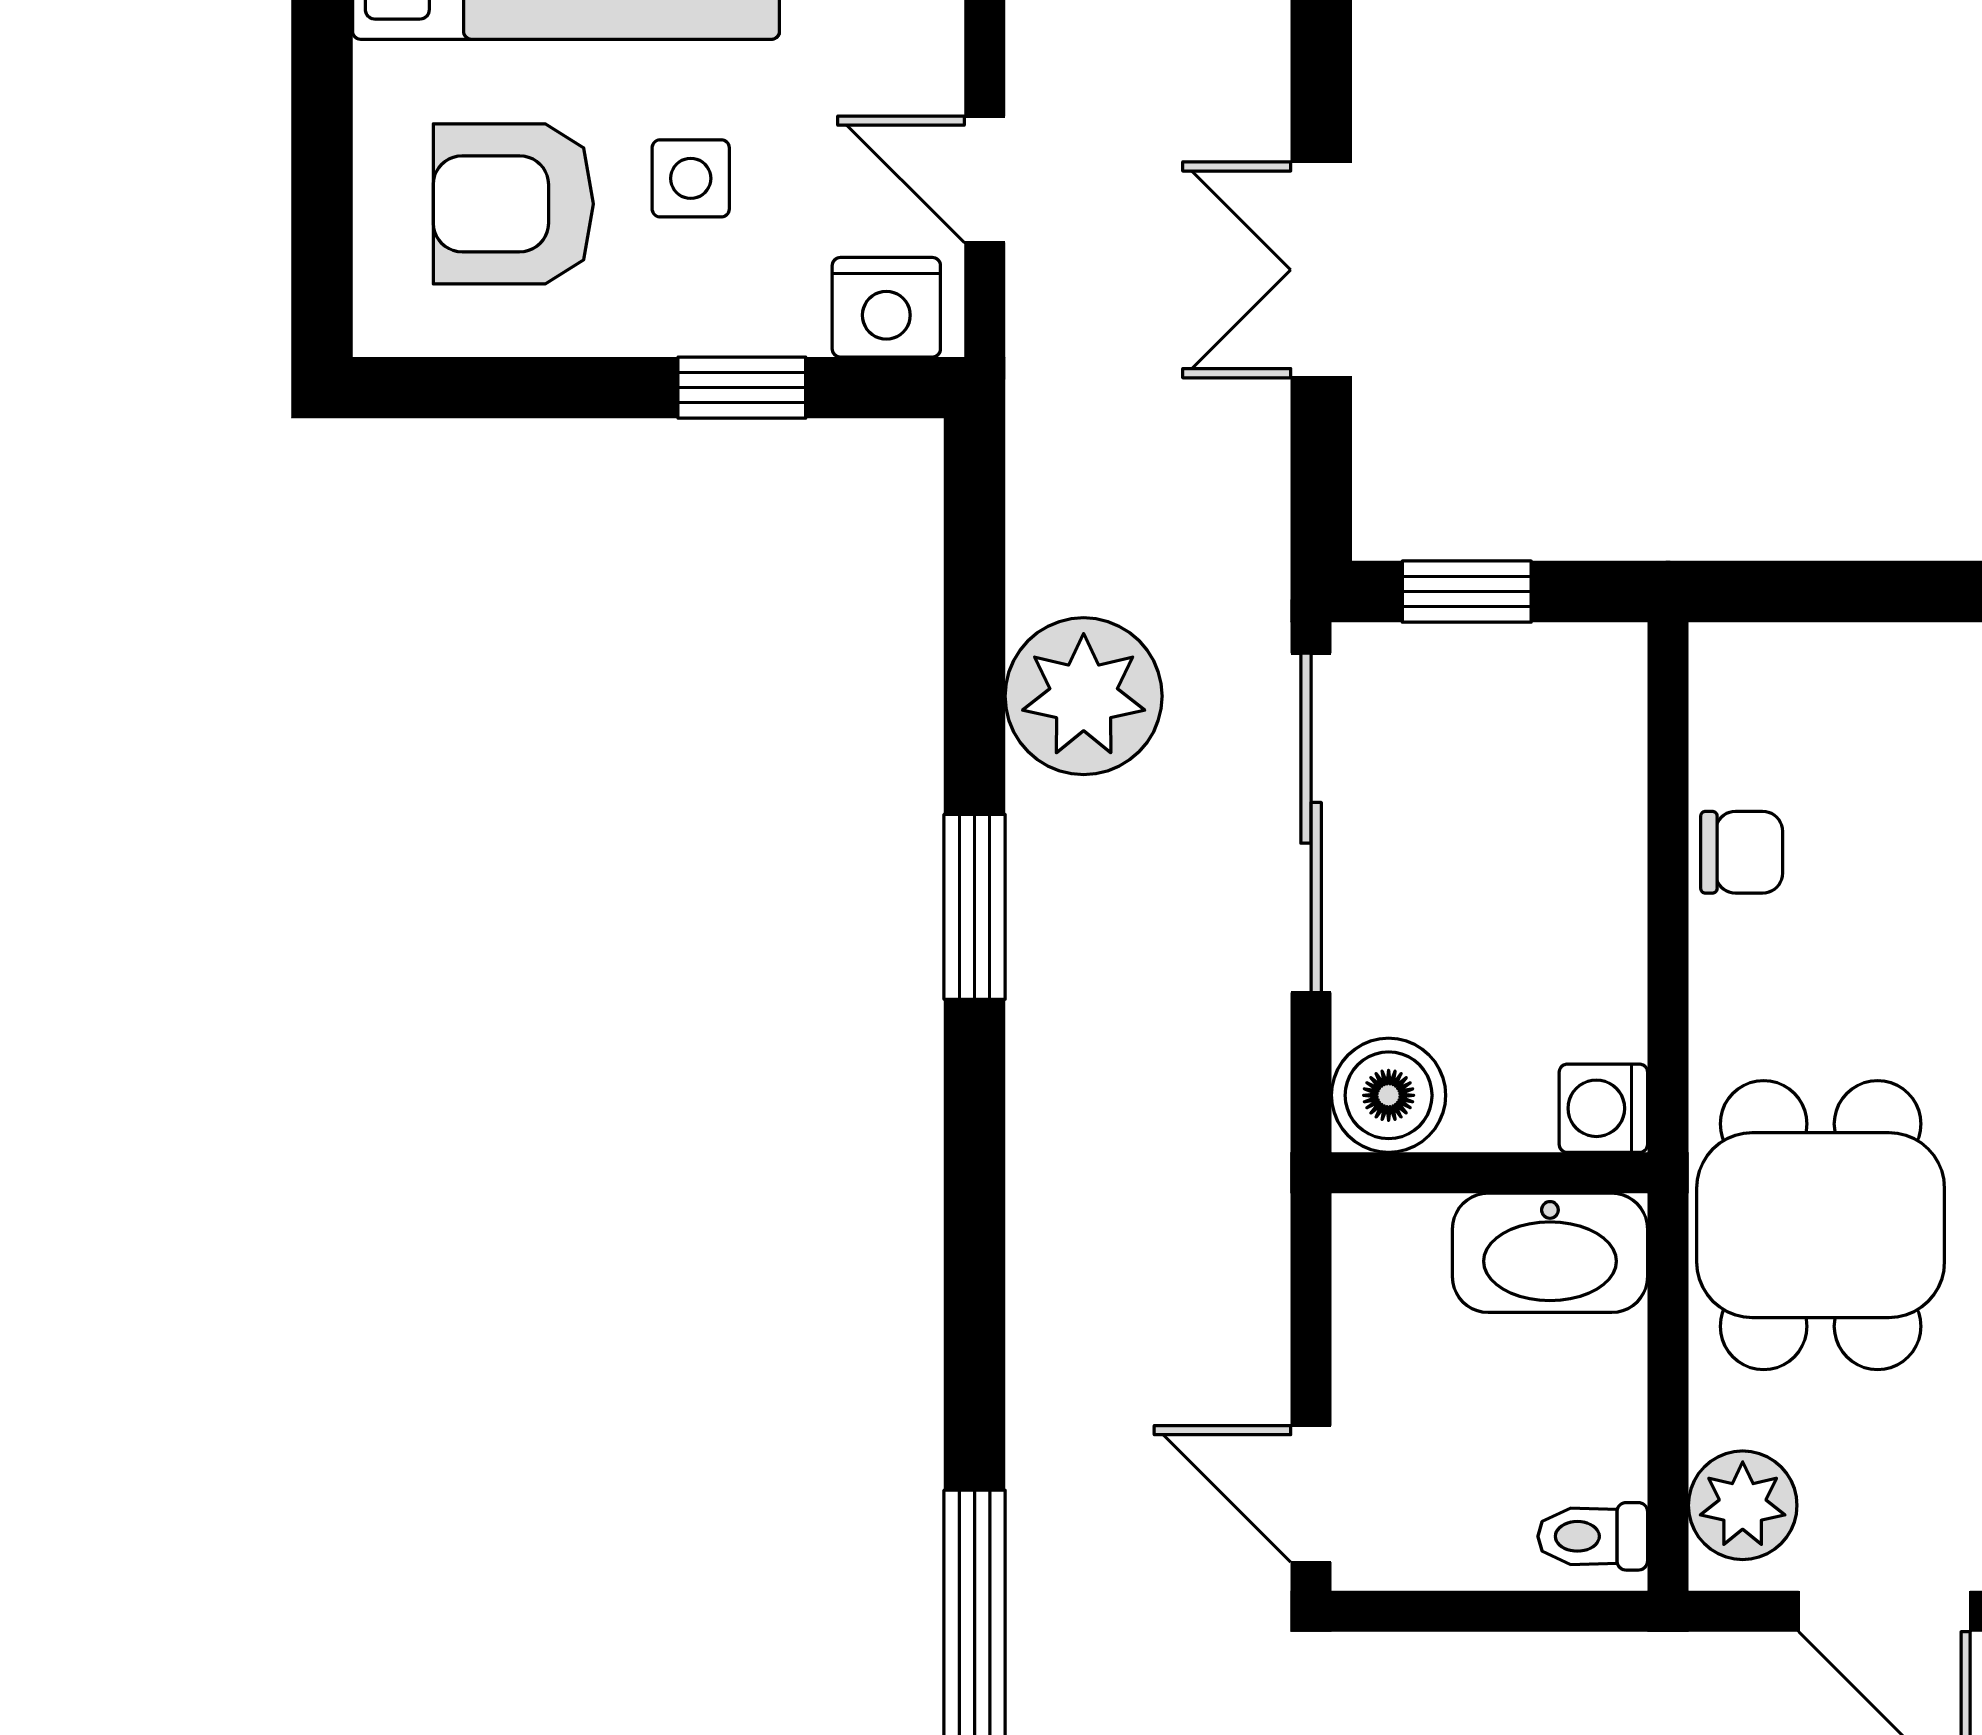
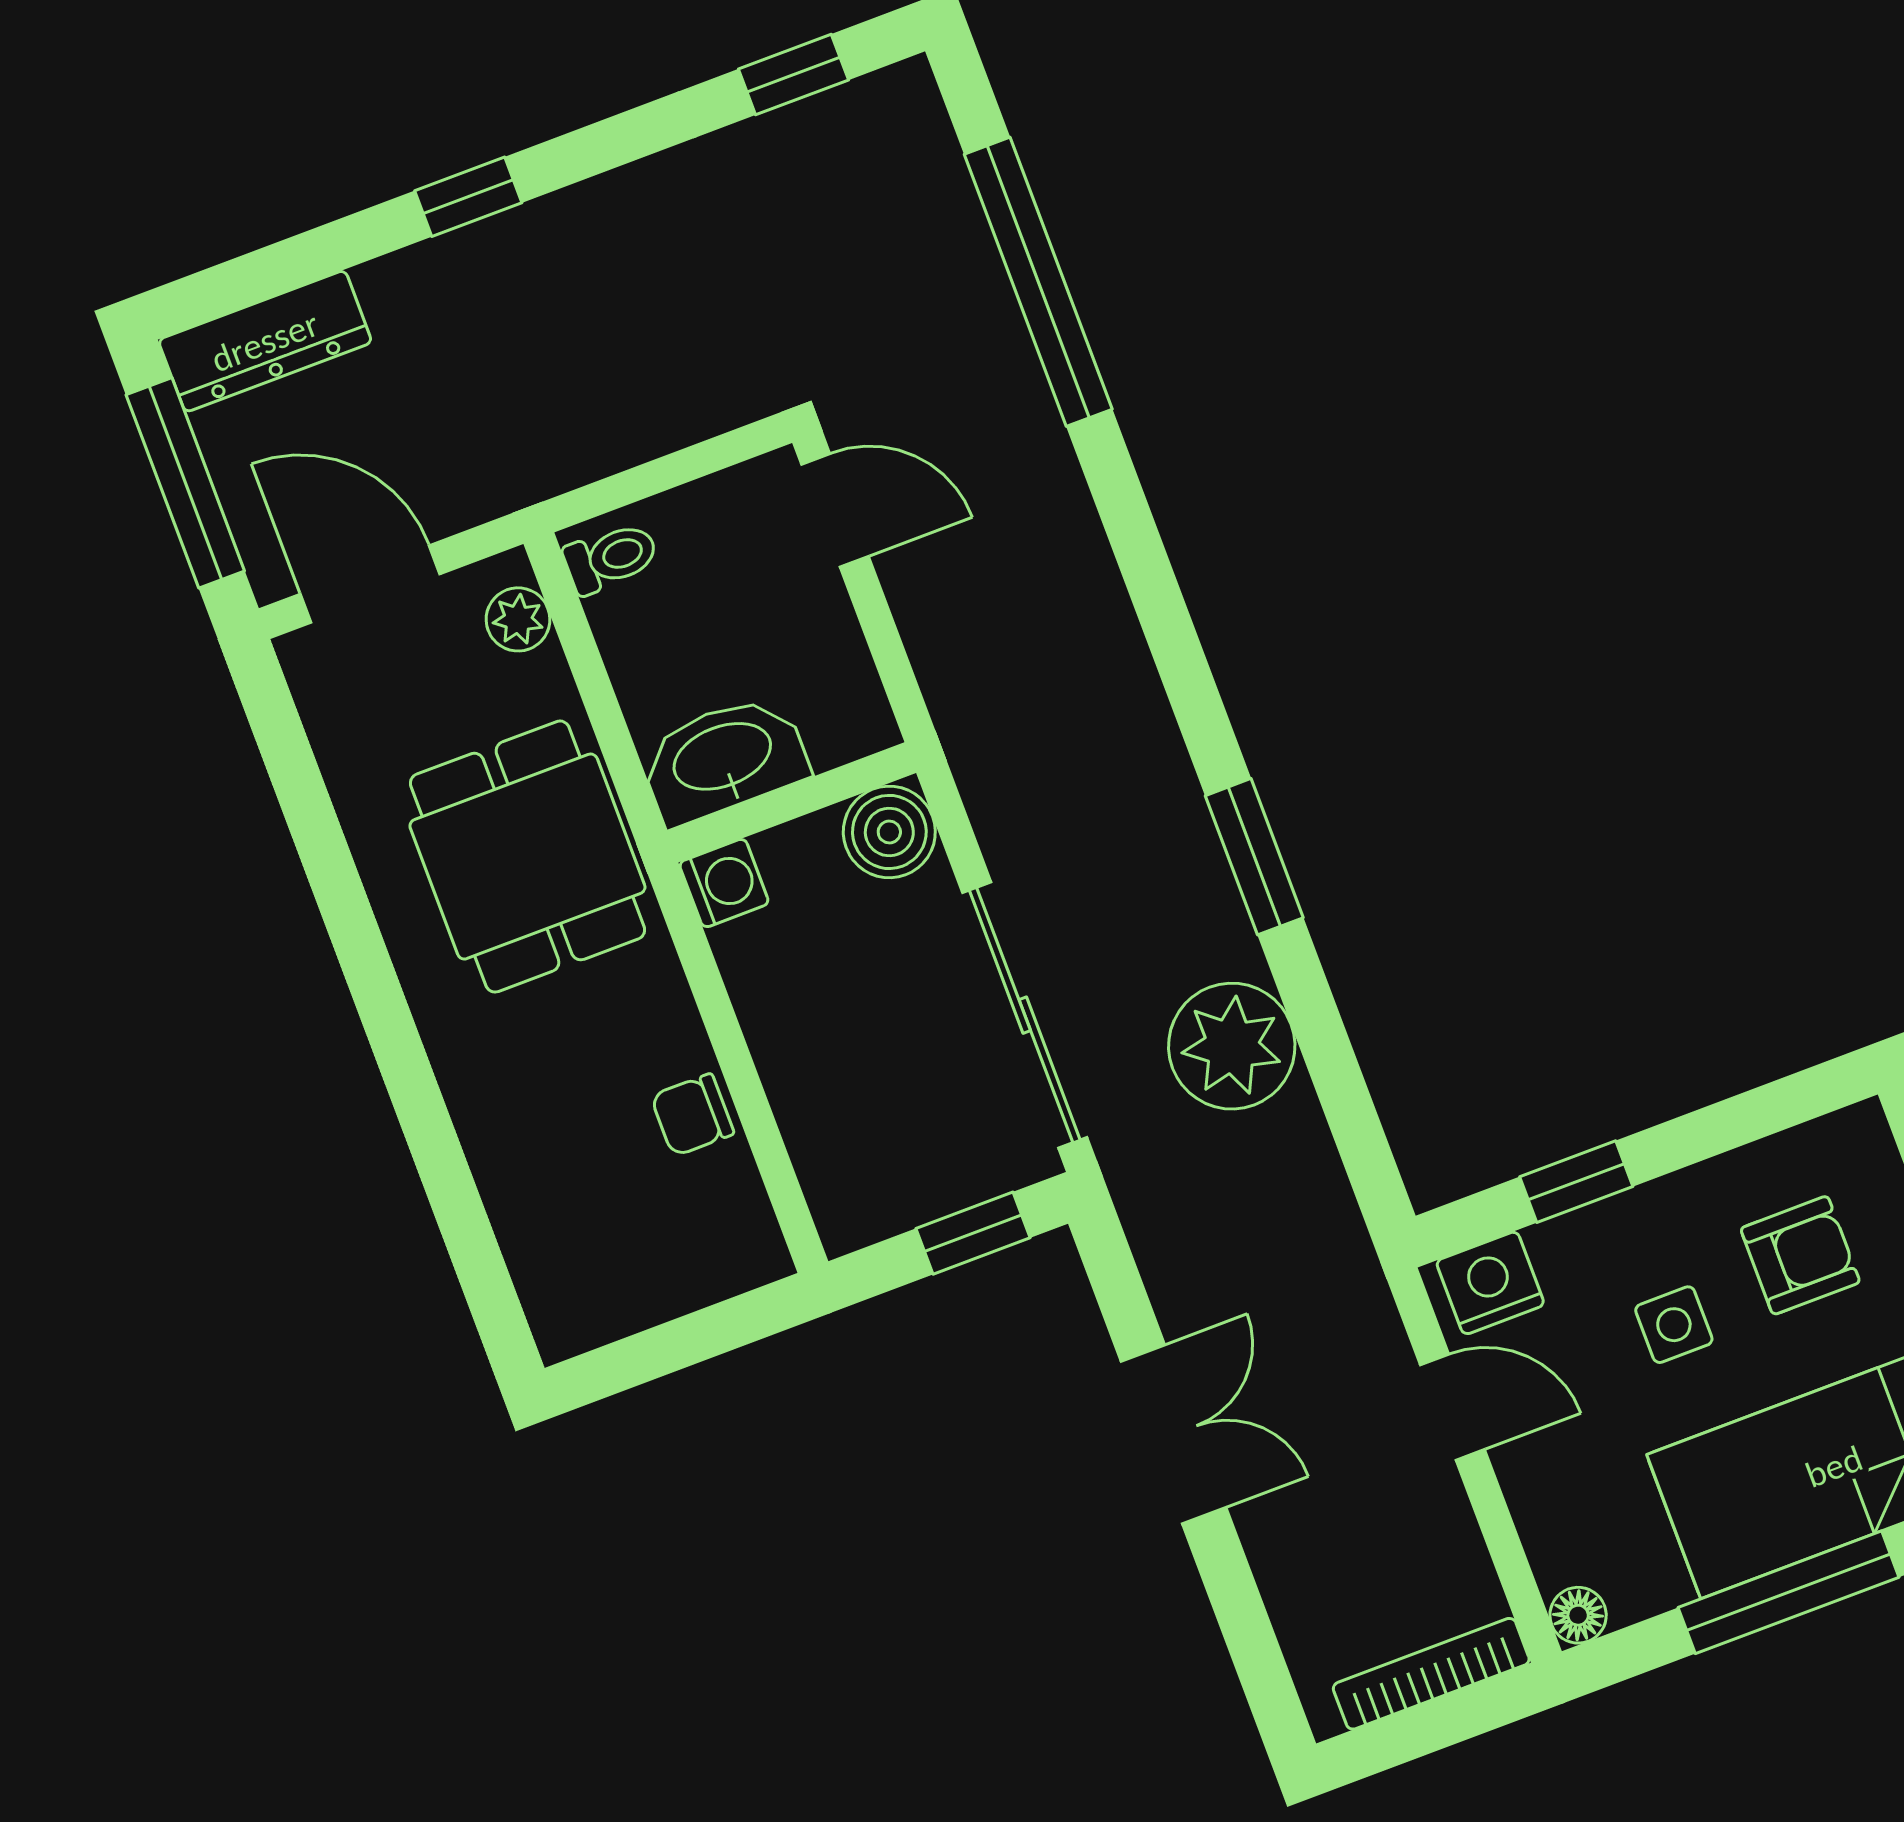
armchair: (513, 204) -> (1800, 1255), width x0.72, depth x0.72
plant: (1743, 1505) -> (518, 619), width x0.73, depth x0.73

